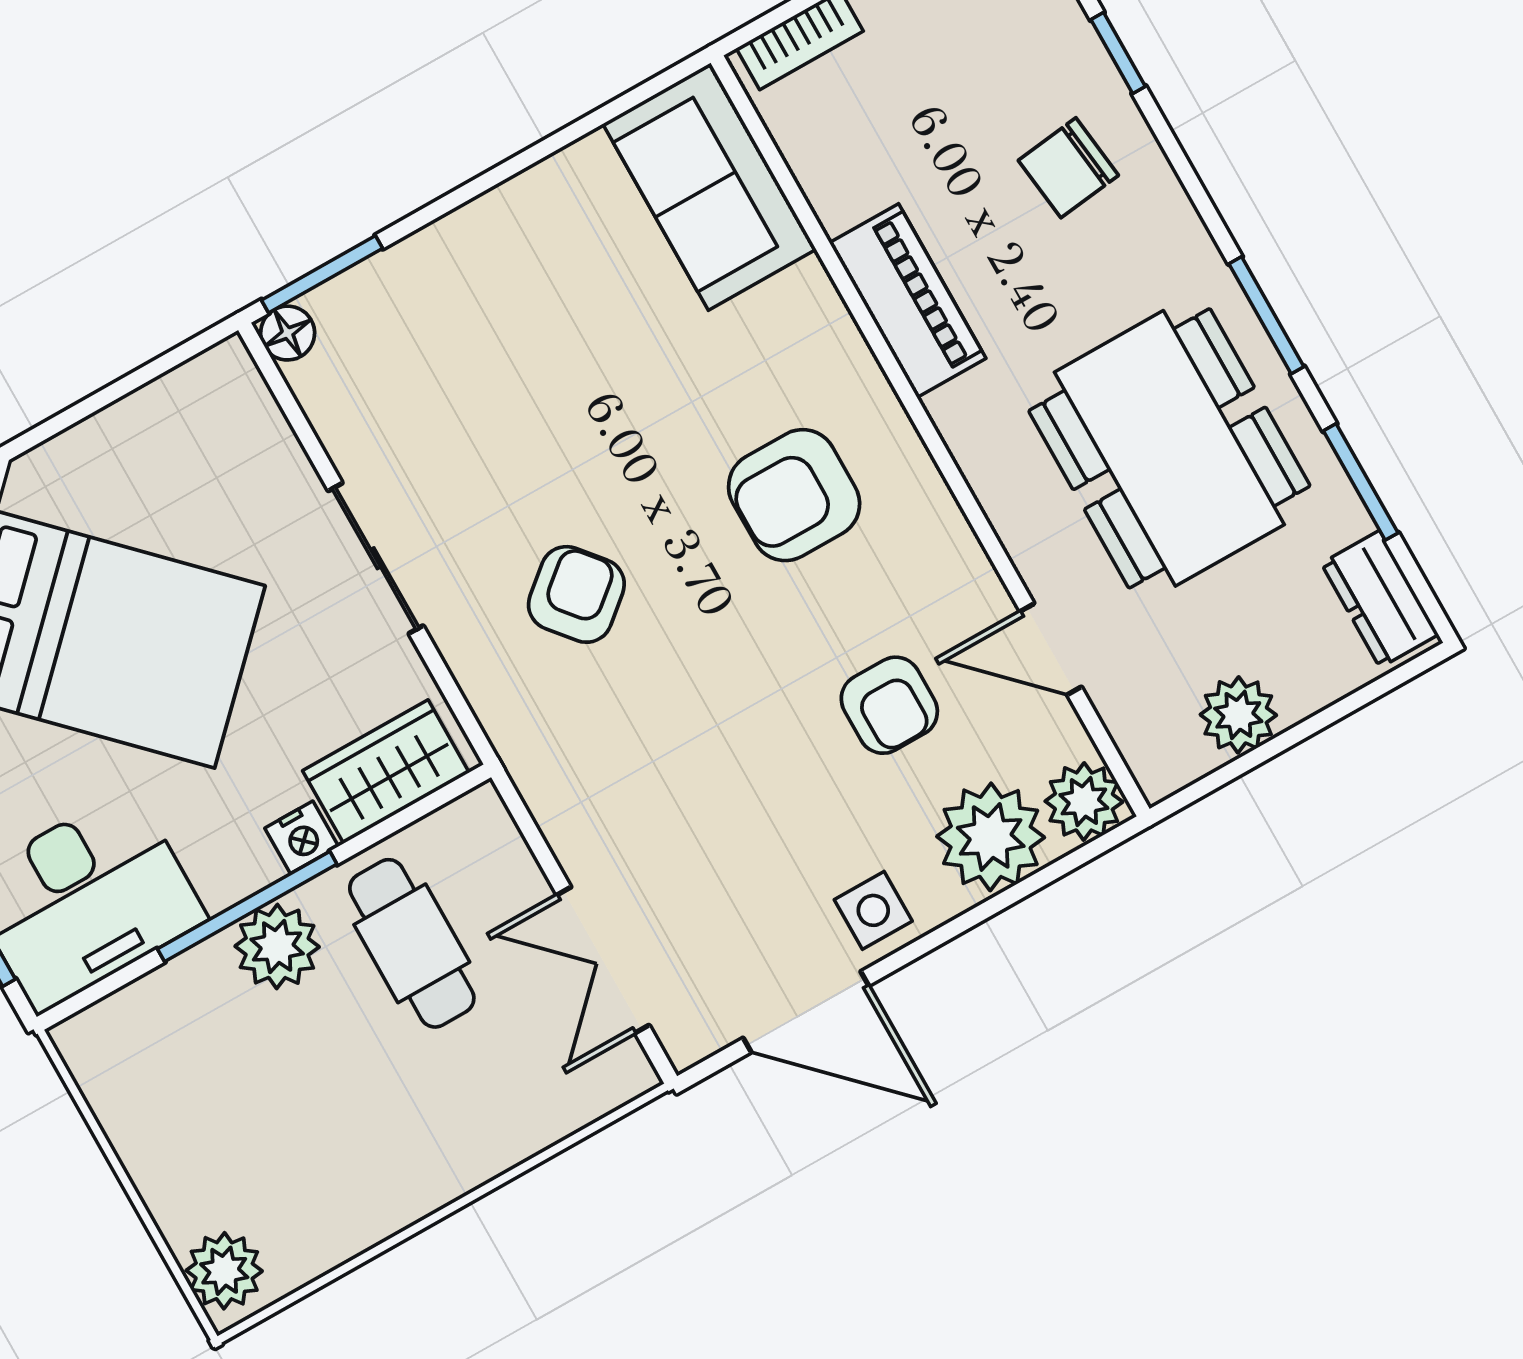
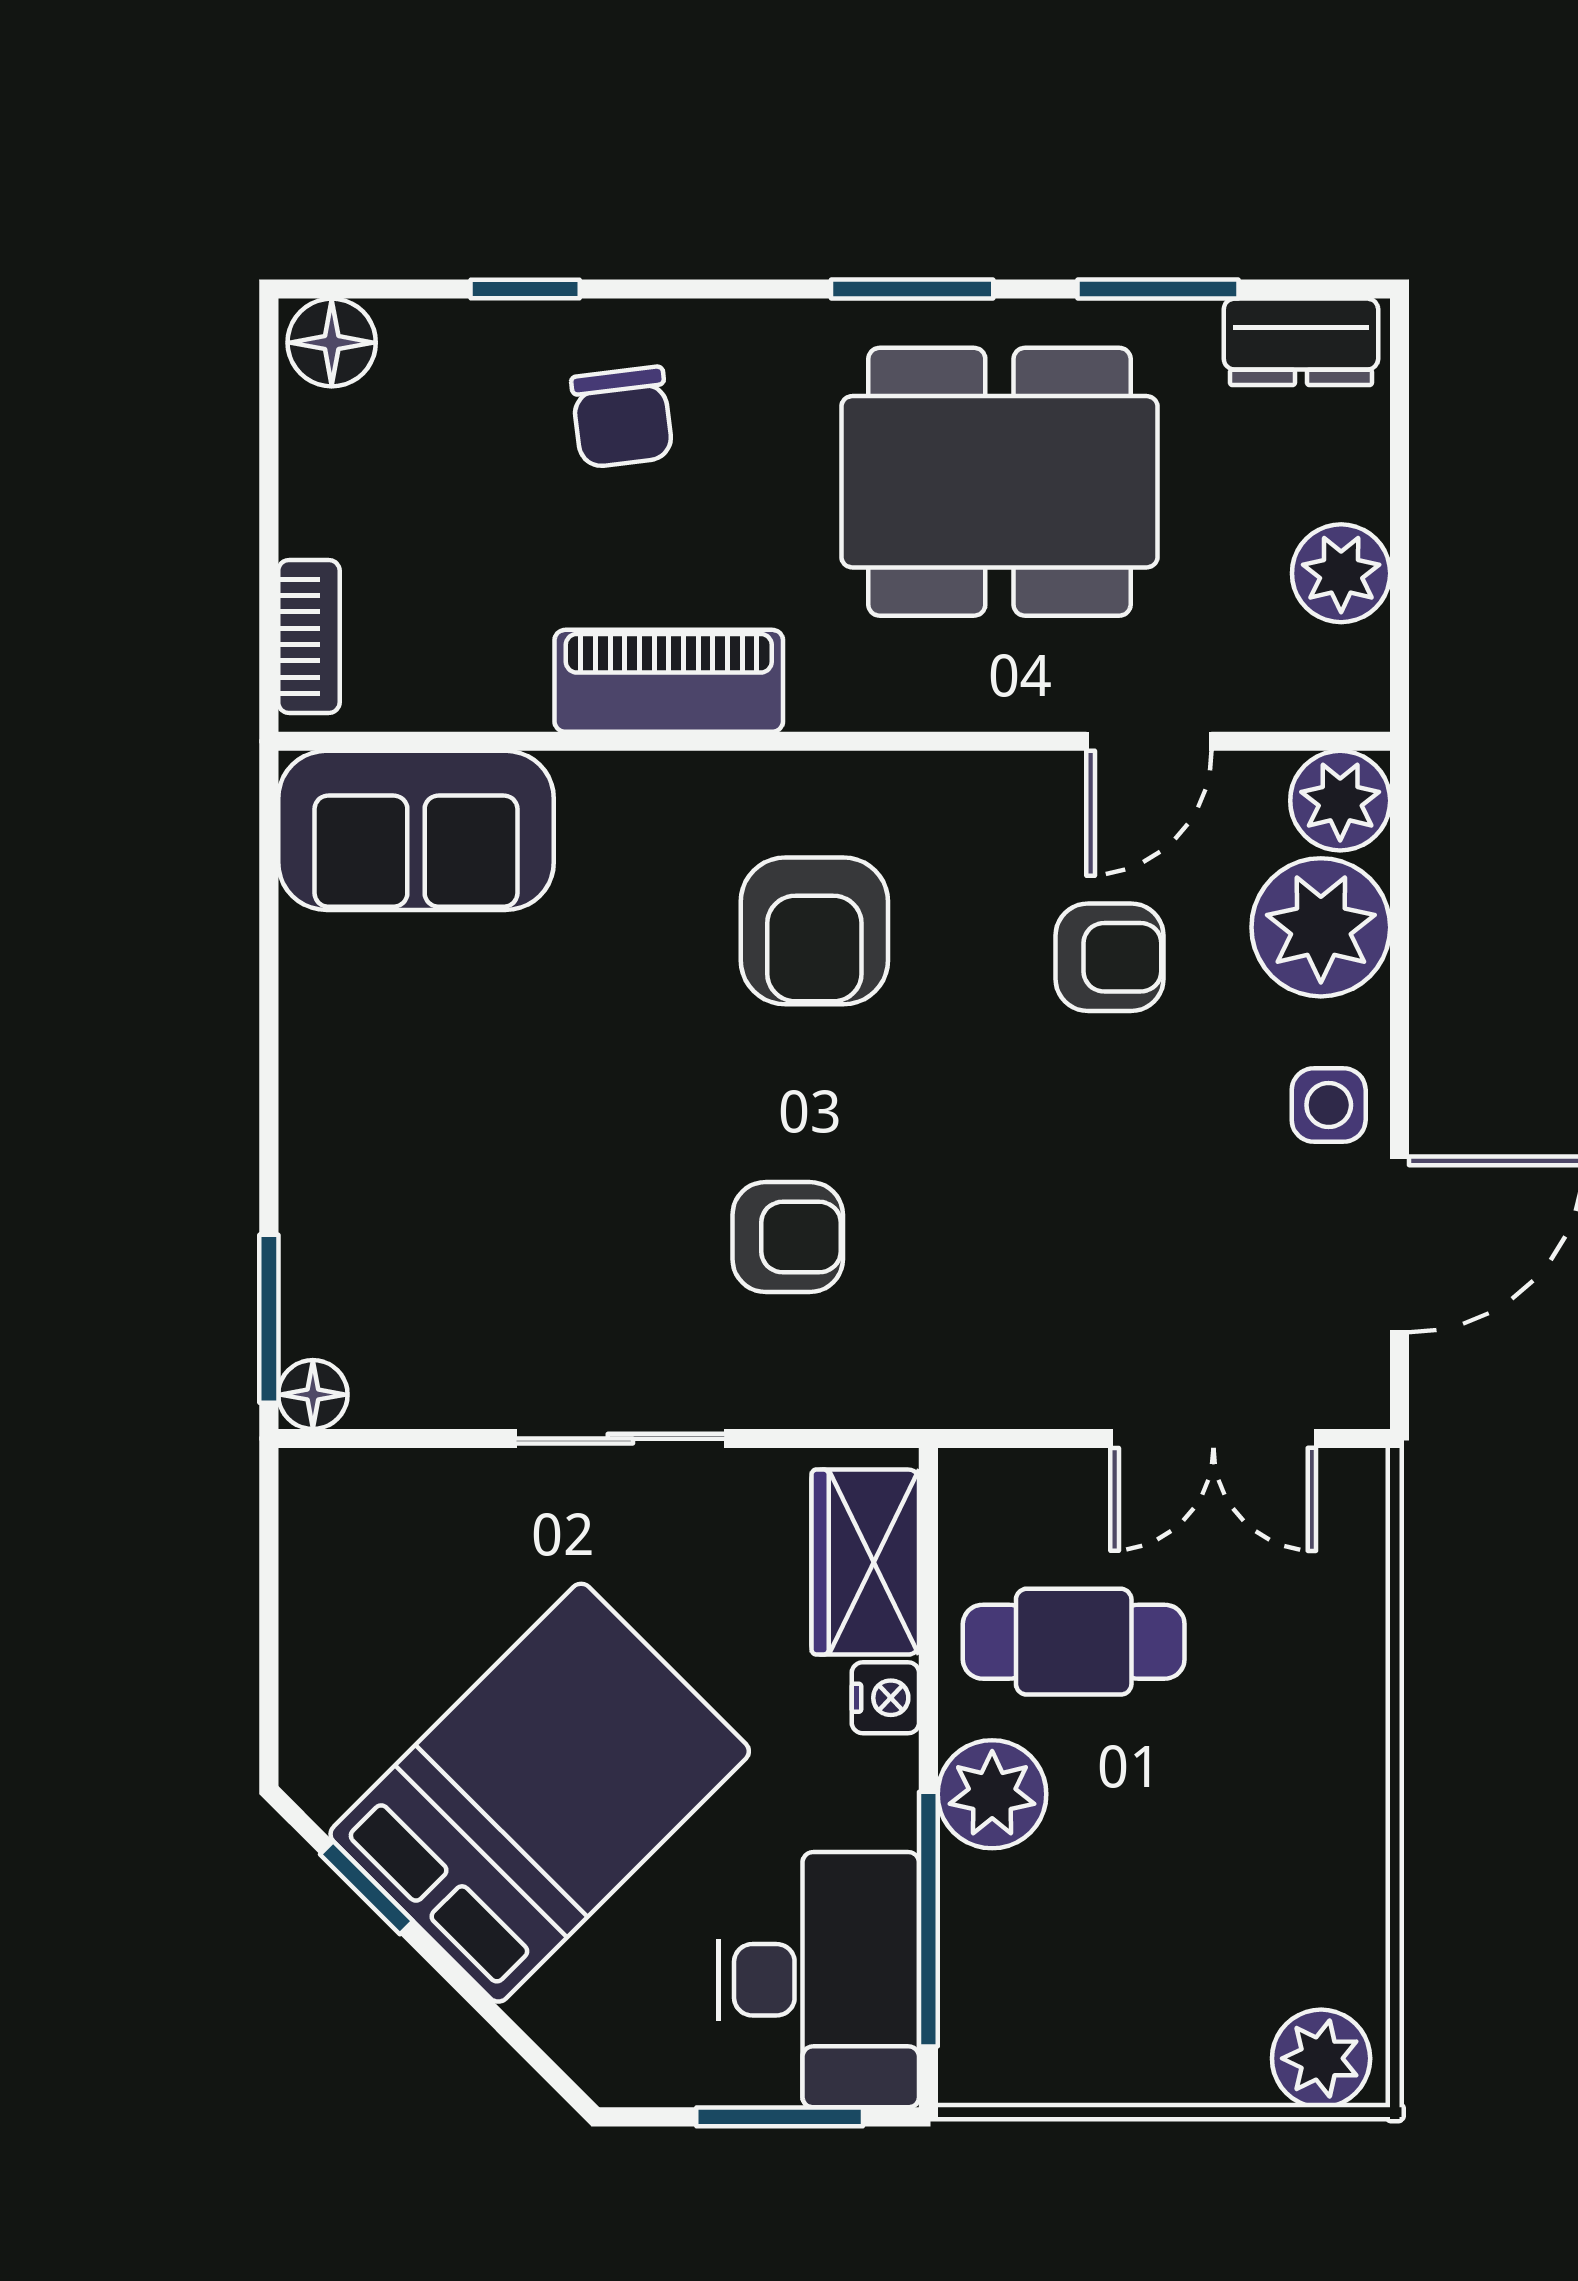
armchair: (576, 594) -> (788, 1237), turned 130
window: (247, 907) -> (928, 1919), moved

